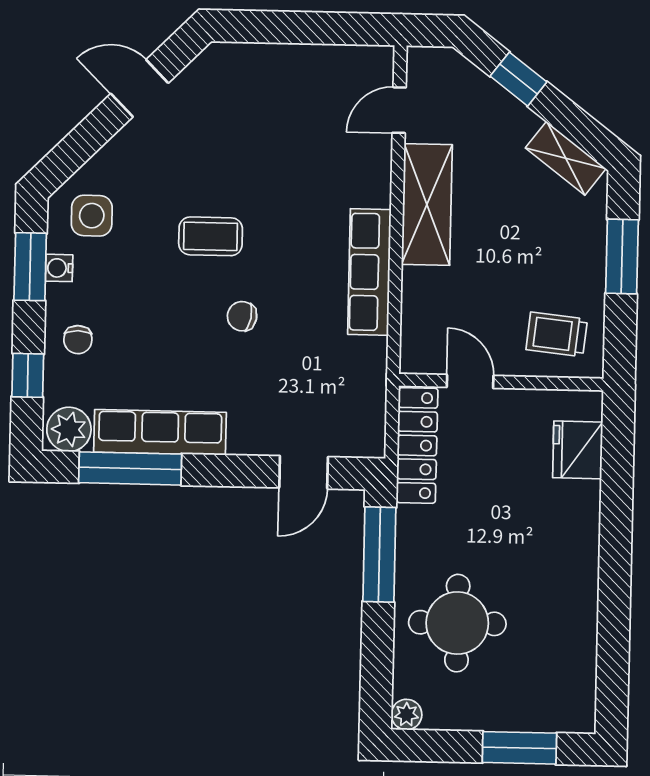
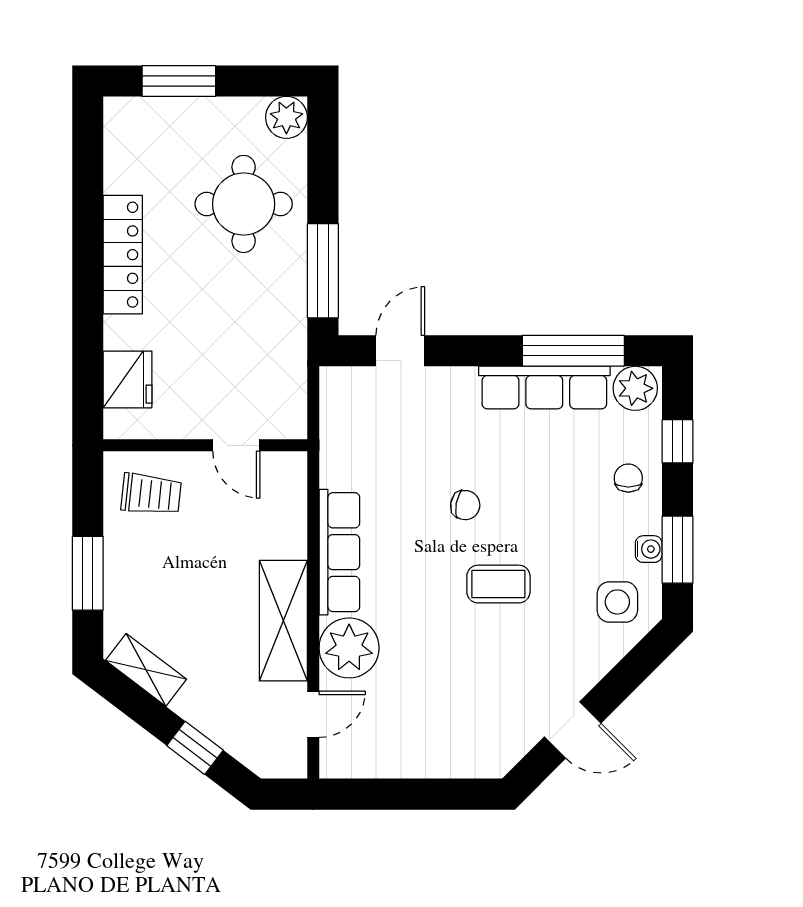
plant: (362, 176) -> (349, 648), added
locker: (417, 445) -> (123, 255), moved, turned 180
plant: (406, 715) -> (286, 117), width x1.38, depth x1.38

